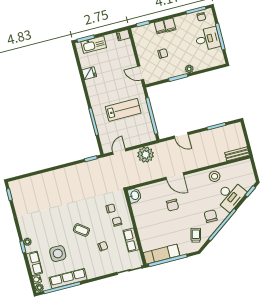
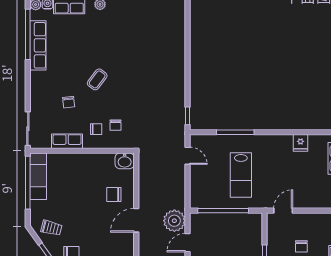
plant: (146, 155) -> (174, 221), moved
chair: (172, 205) -> (114, 195), moved
side table: (58, 254) -> (74, 40), removed

